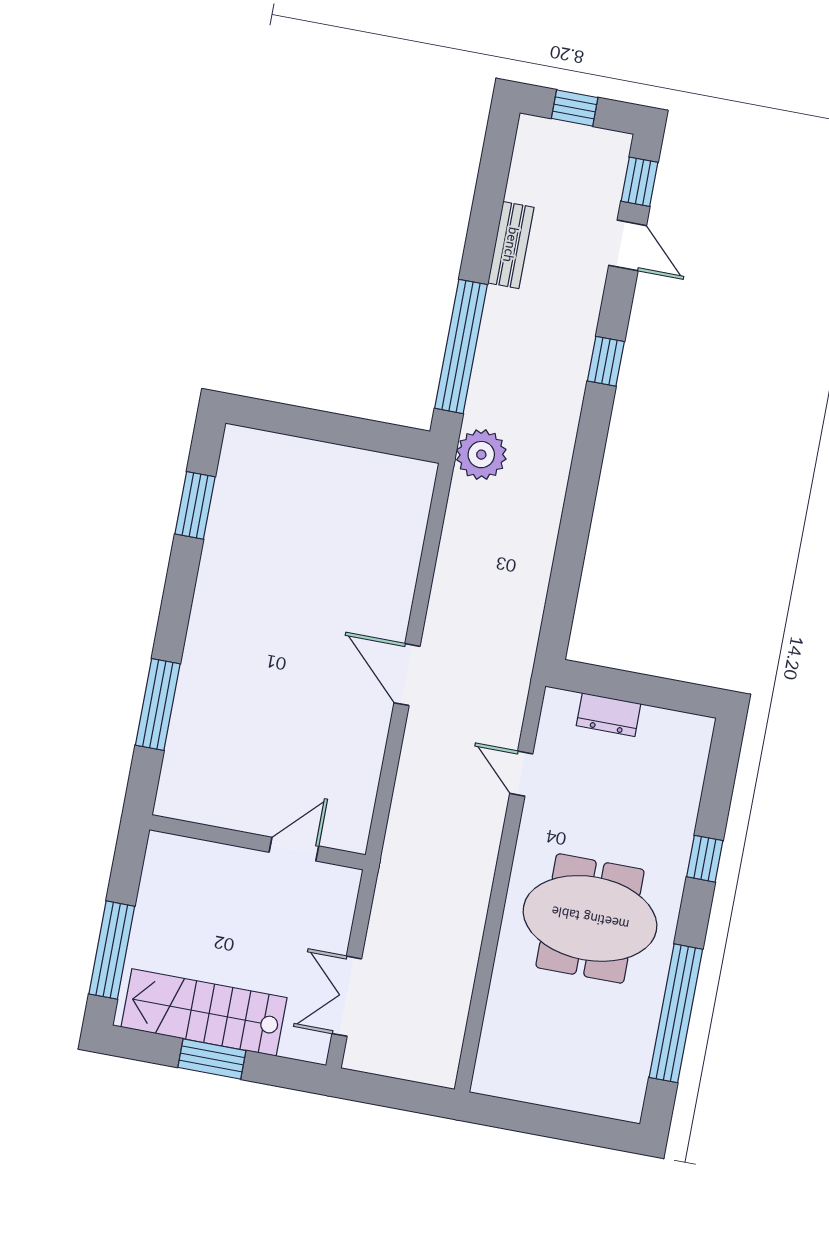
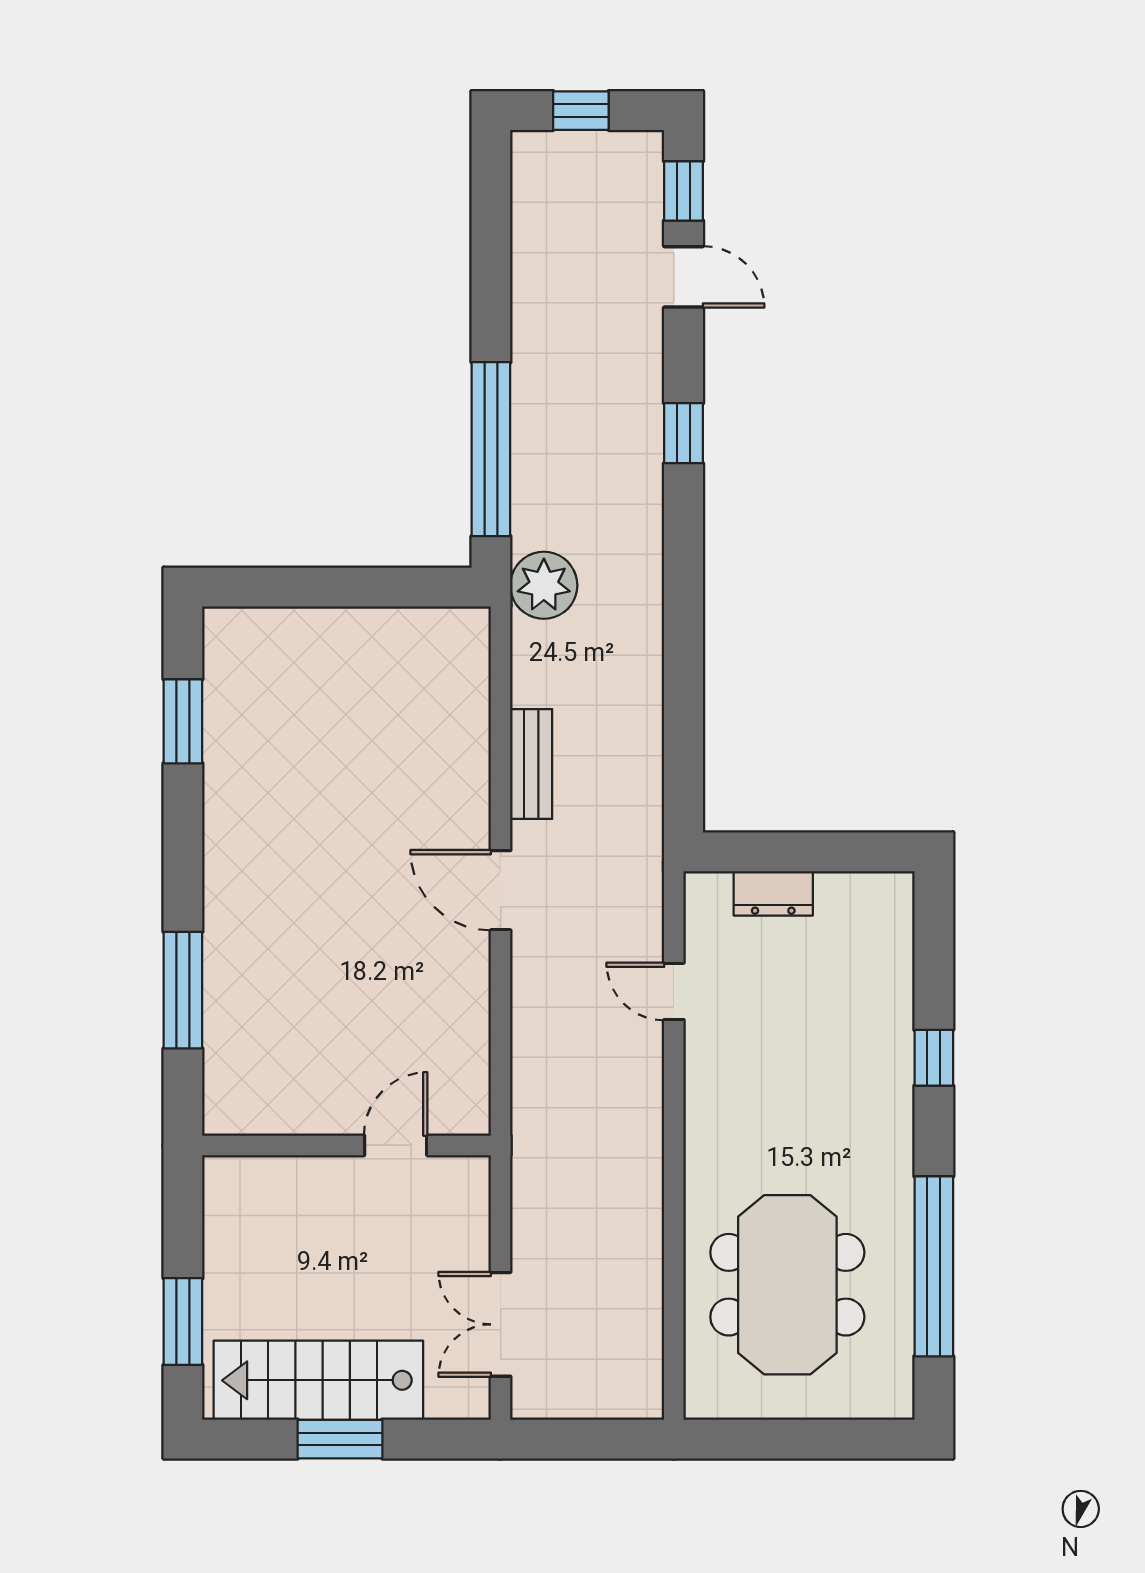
bench: (511, 245) -> (531, 764), moved
meeting table: (590, 918) -> (787, 1285), moved, turned 90
window: (112, 950) -> (183, 1322), width x0.69

